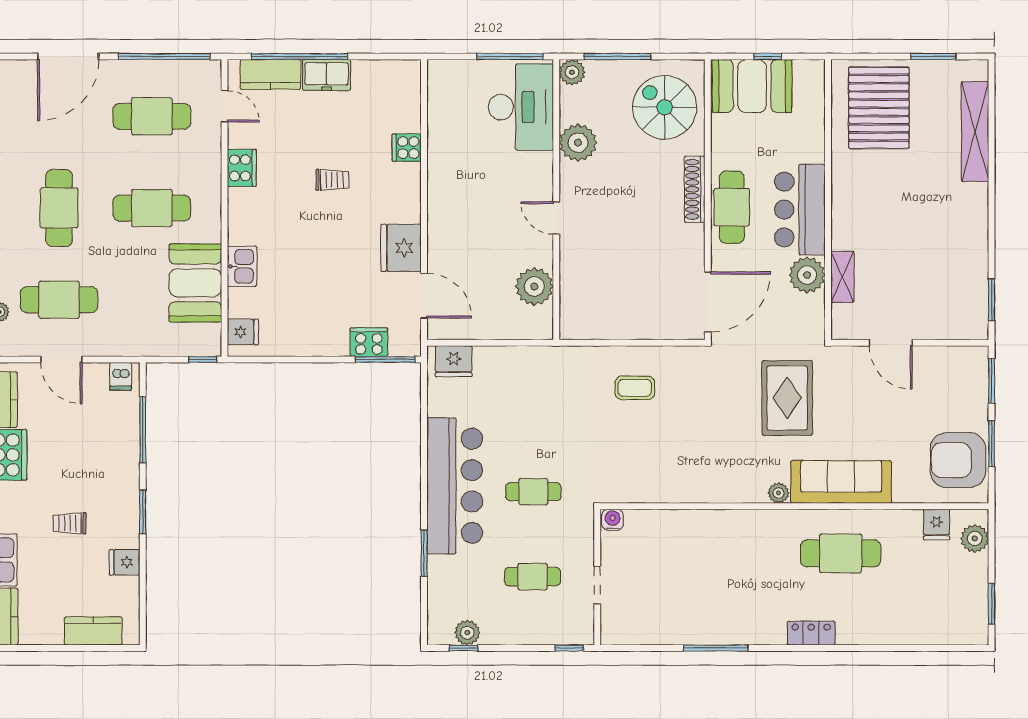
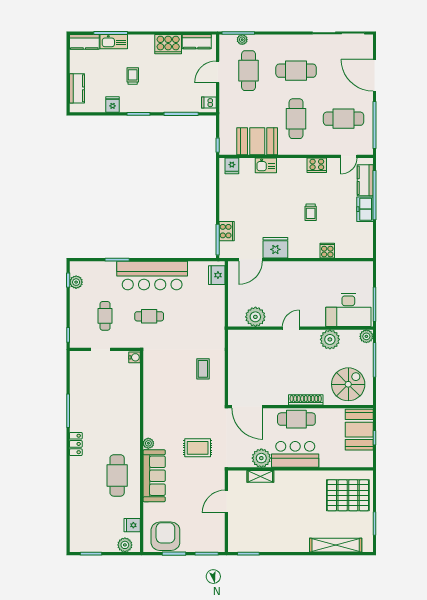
cafe table: (152, 116) -> (344, 119), turned 90
rug: (787, 398) -> (198, 448), width x0.73, depth x0.70
cafe table: (533, 492) -> (149, 316), turned 90
locker: (811, 633) -> (76, 444), moved

